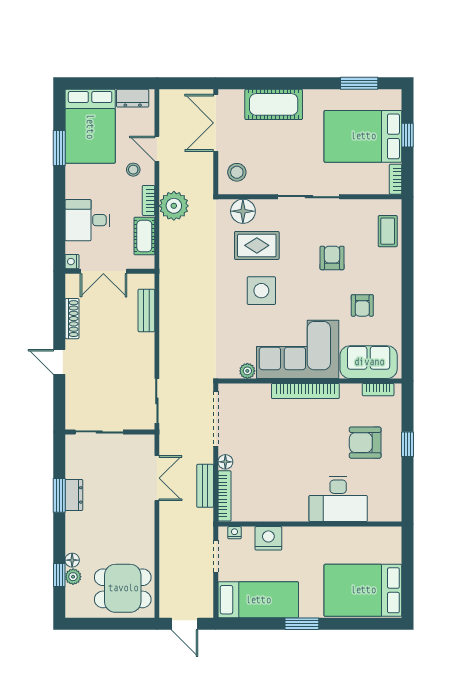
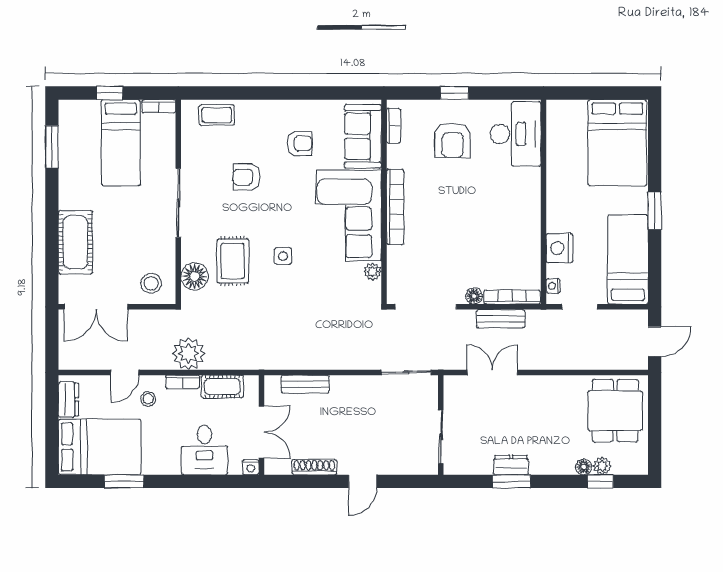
bed: (363, 136) -> (121, 143), width x0.67
side table: (261, 291) -> (283, 256), width x0.54, depth x0.54
desk: (338, 499) -> (516, 134), moved

